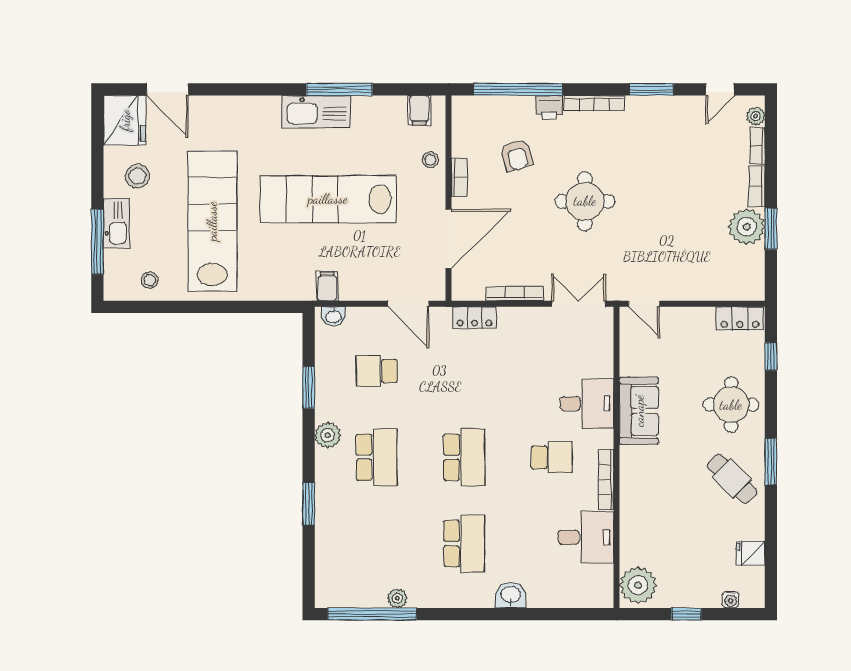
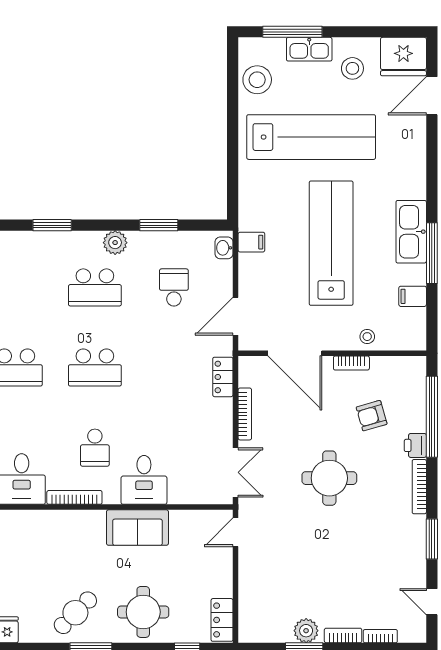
filing cabinet: (419, 110) -> (413, 296), moved
plant: (756, 116) -> (407, 634), removed
plant: (747, 227) -> (306, 631), width x0.73, depth x0.73
stool: (150, 280) -> (257, 80), width x1.89, depth x1.89

